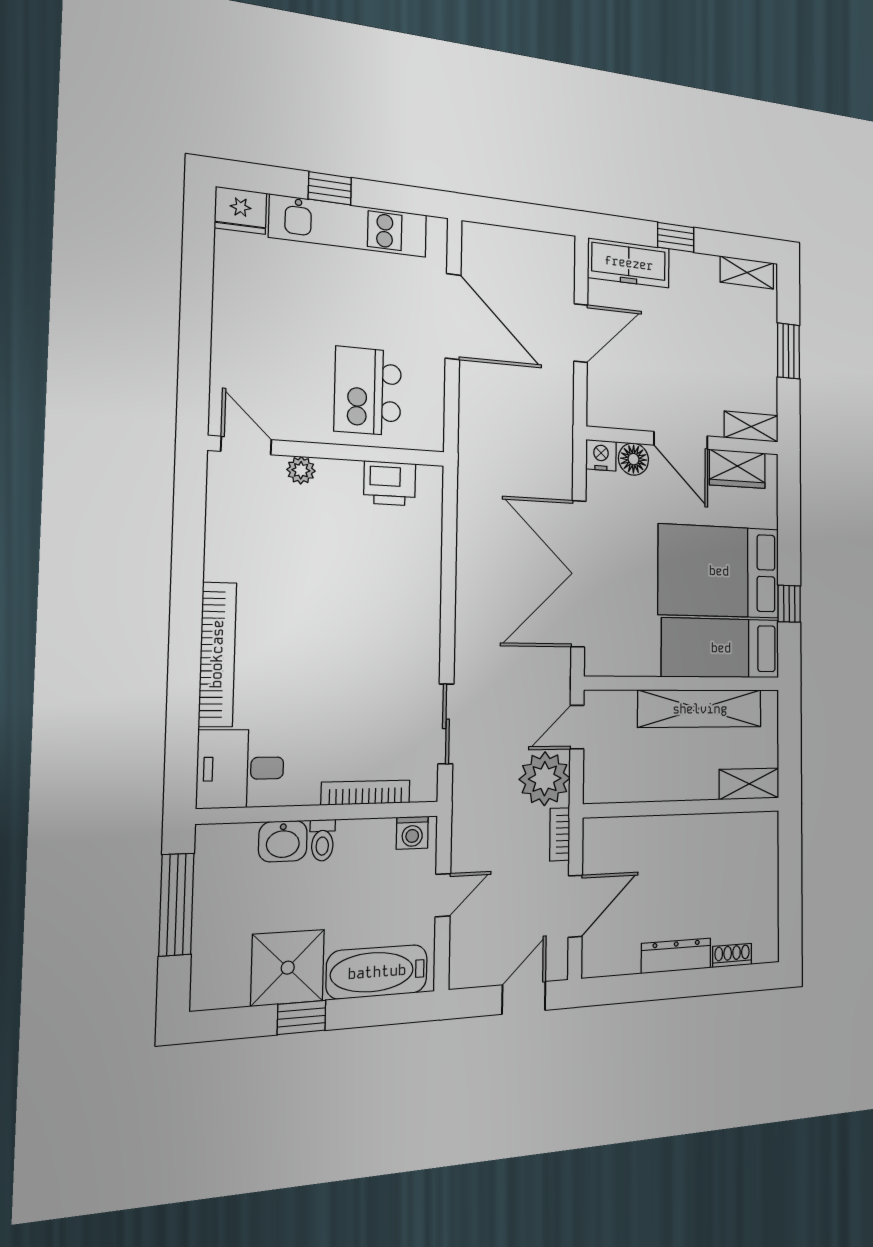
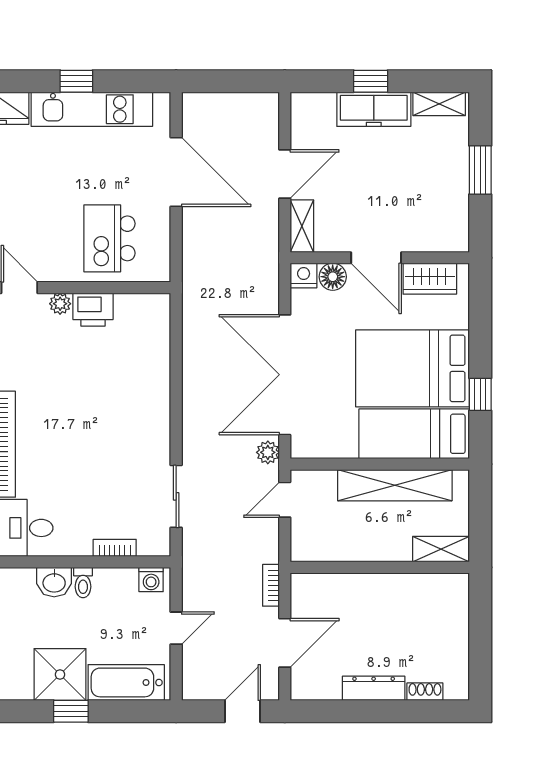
freezer: (629, 263) -> (374, 109), moved
shelving: (751, 427) -> (302, 226), moved, turned 90
printer: (390, 483) -> (93, 310), moved
plant: (545, 779) -> (268, 452), moved, width x0.53, depth x0.53
bookcase: (366, 793) -> (115, 548), width x0.64

